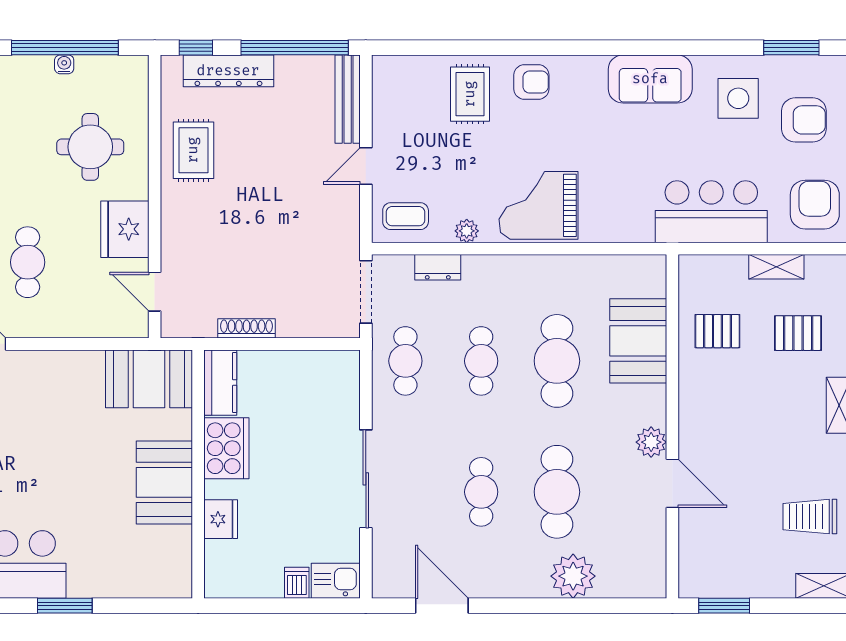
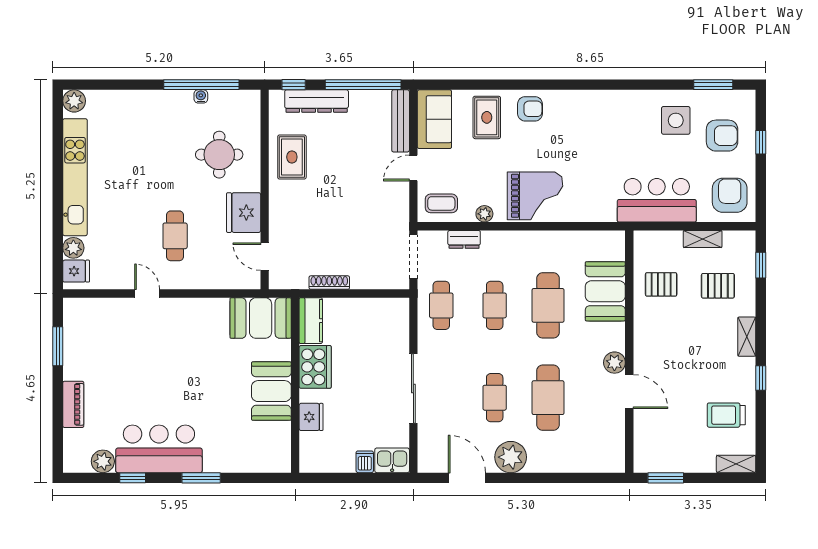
sofa: (650, 79) -> (434, 119), moved, turned -90
grand piano: (538, 205) -> (535, 196), turned 180
plant: (573, 576) -> (511, 457), moved

